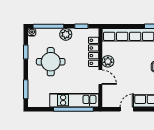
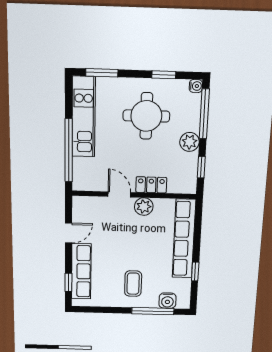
locker: (94, 52) -> (151, 185), width x0.66
door: (100, 77) -> (119, 194), swing flipped
kitchen unit: (74, 100) -> (84, 117), moved
door: (127, 109) -> (68, 233), hinge flipped

